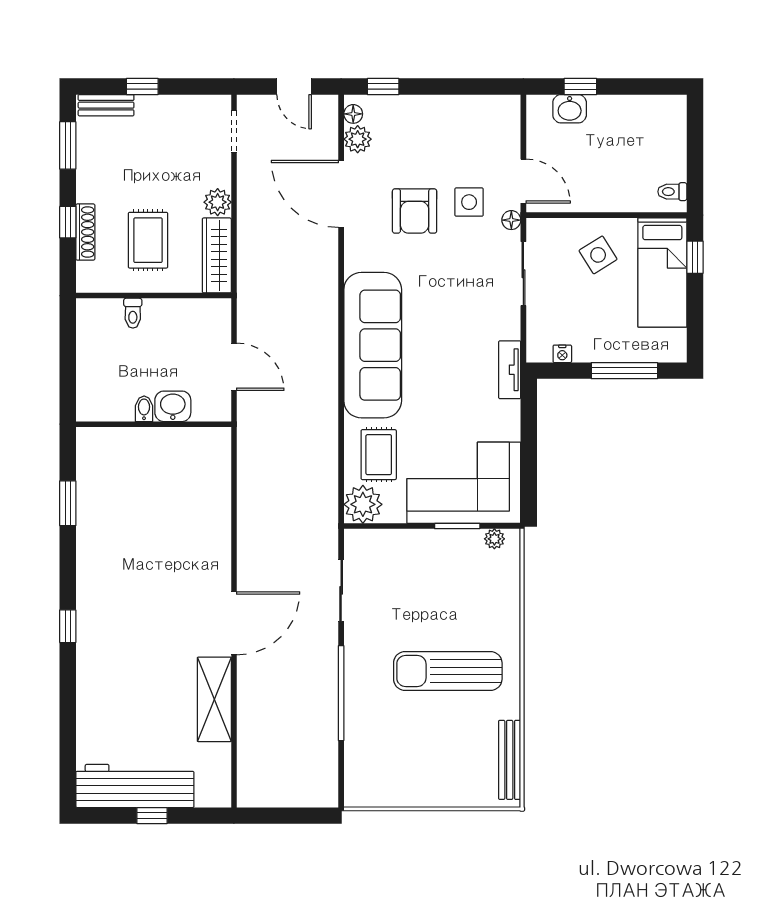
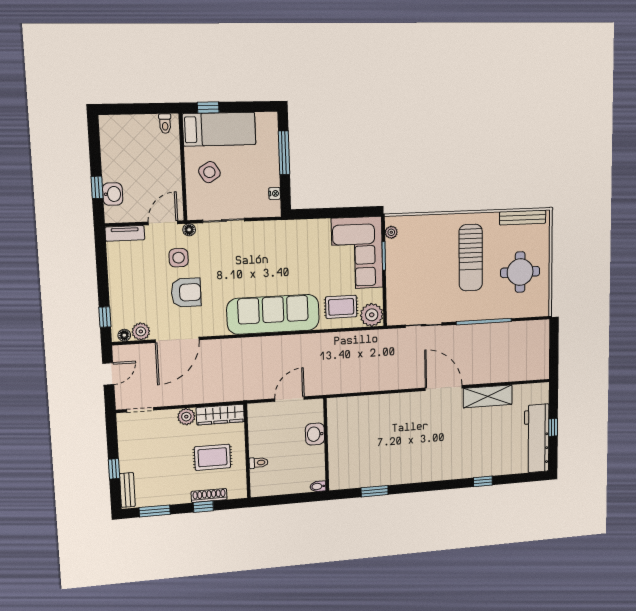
tv unit: (510, 370) -> (125, 233), moved
bidet: (144, 409) -> (318, 486), moved
window: (68, 626) -> (483, 481), moved
round table: (420, 756) -> (520, 272), added

